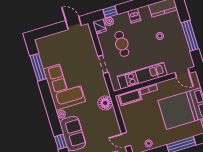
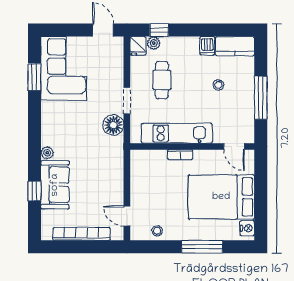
dishwasher: (134, 16) -> (207, 46), moved
window: (38, 67) -> (35, 77), width x0.69
corner sofa: (64, 85) -> (64, 68), moved
cot: (130, 97) -> (151, 158), removed
floor lamp: (105, 103) -> (113, 125), moved

